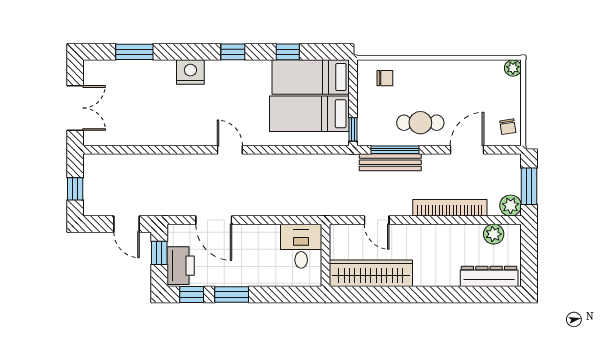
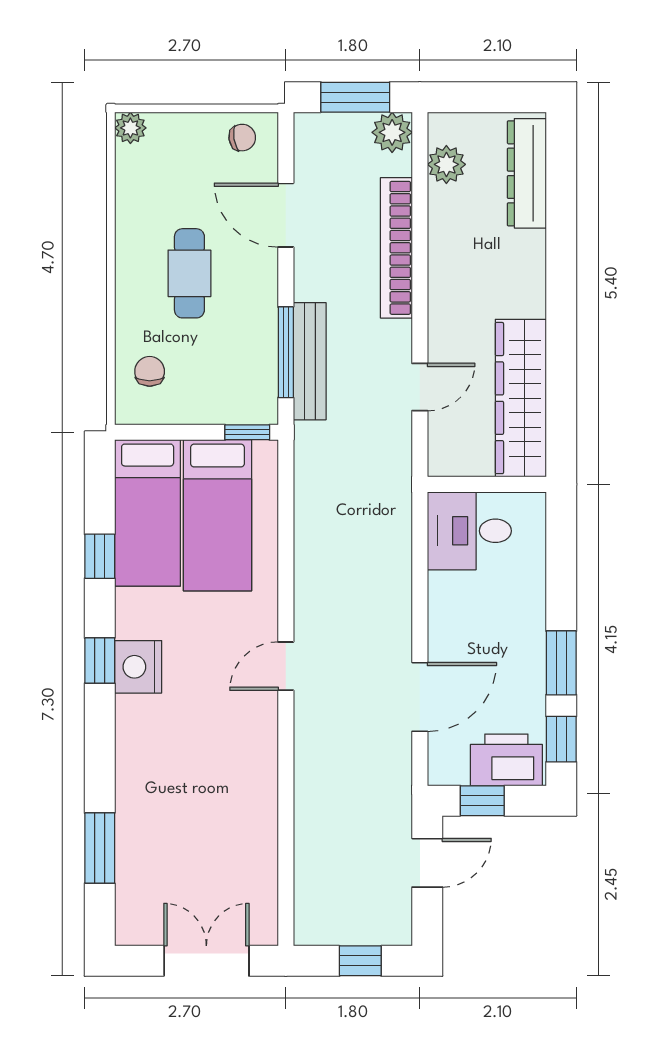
nightstand: (190, 72) -> (138, 667), moved
cafe table: (420, 123) -> (189, 273), moved

